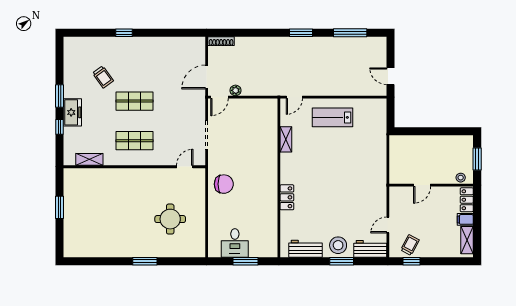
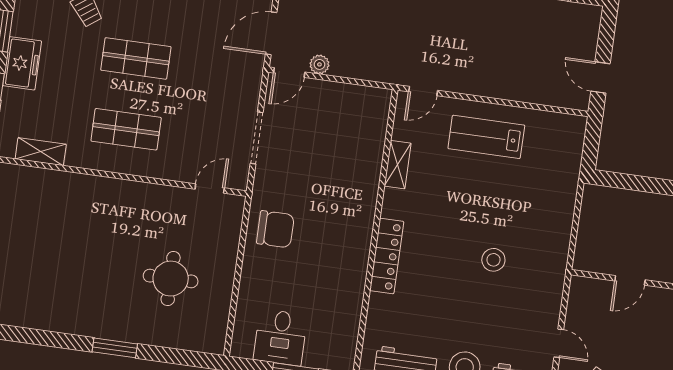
stool: (346, 184) -> (493, 260), added
locker: (287, 197) -> (387, 256), width x1.53
door: (388, 225) -> (559, 343), swing flipped

